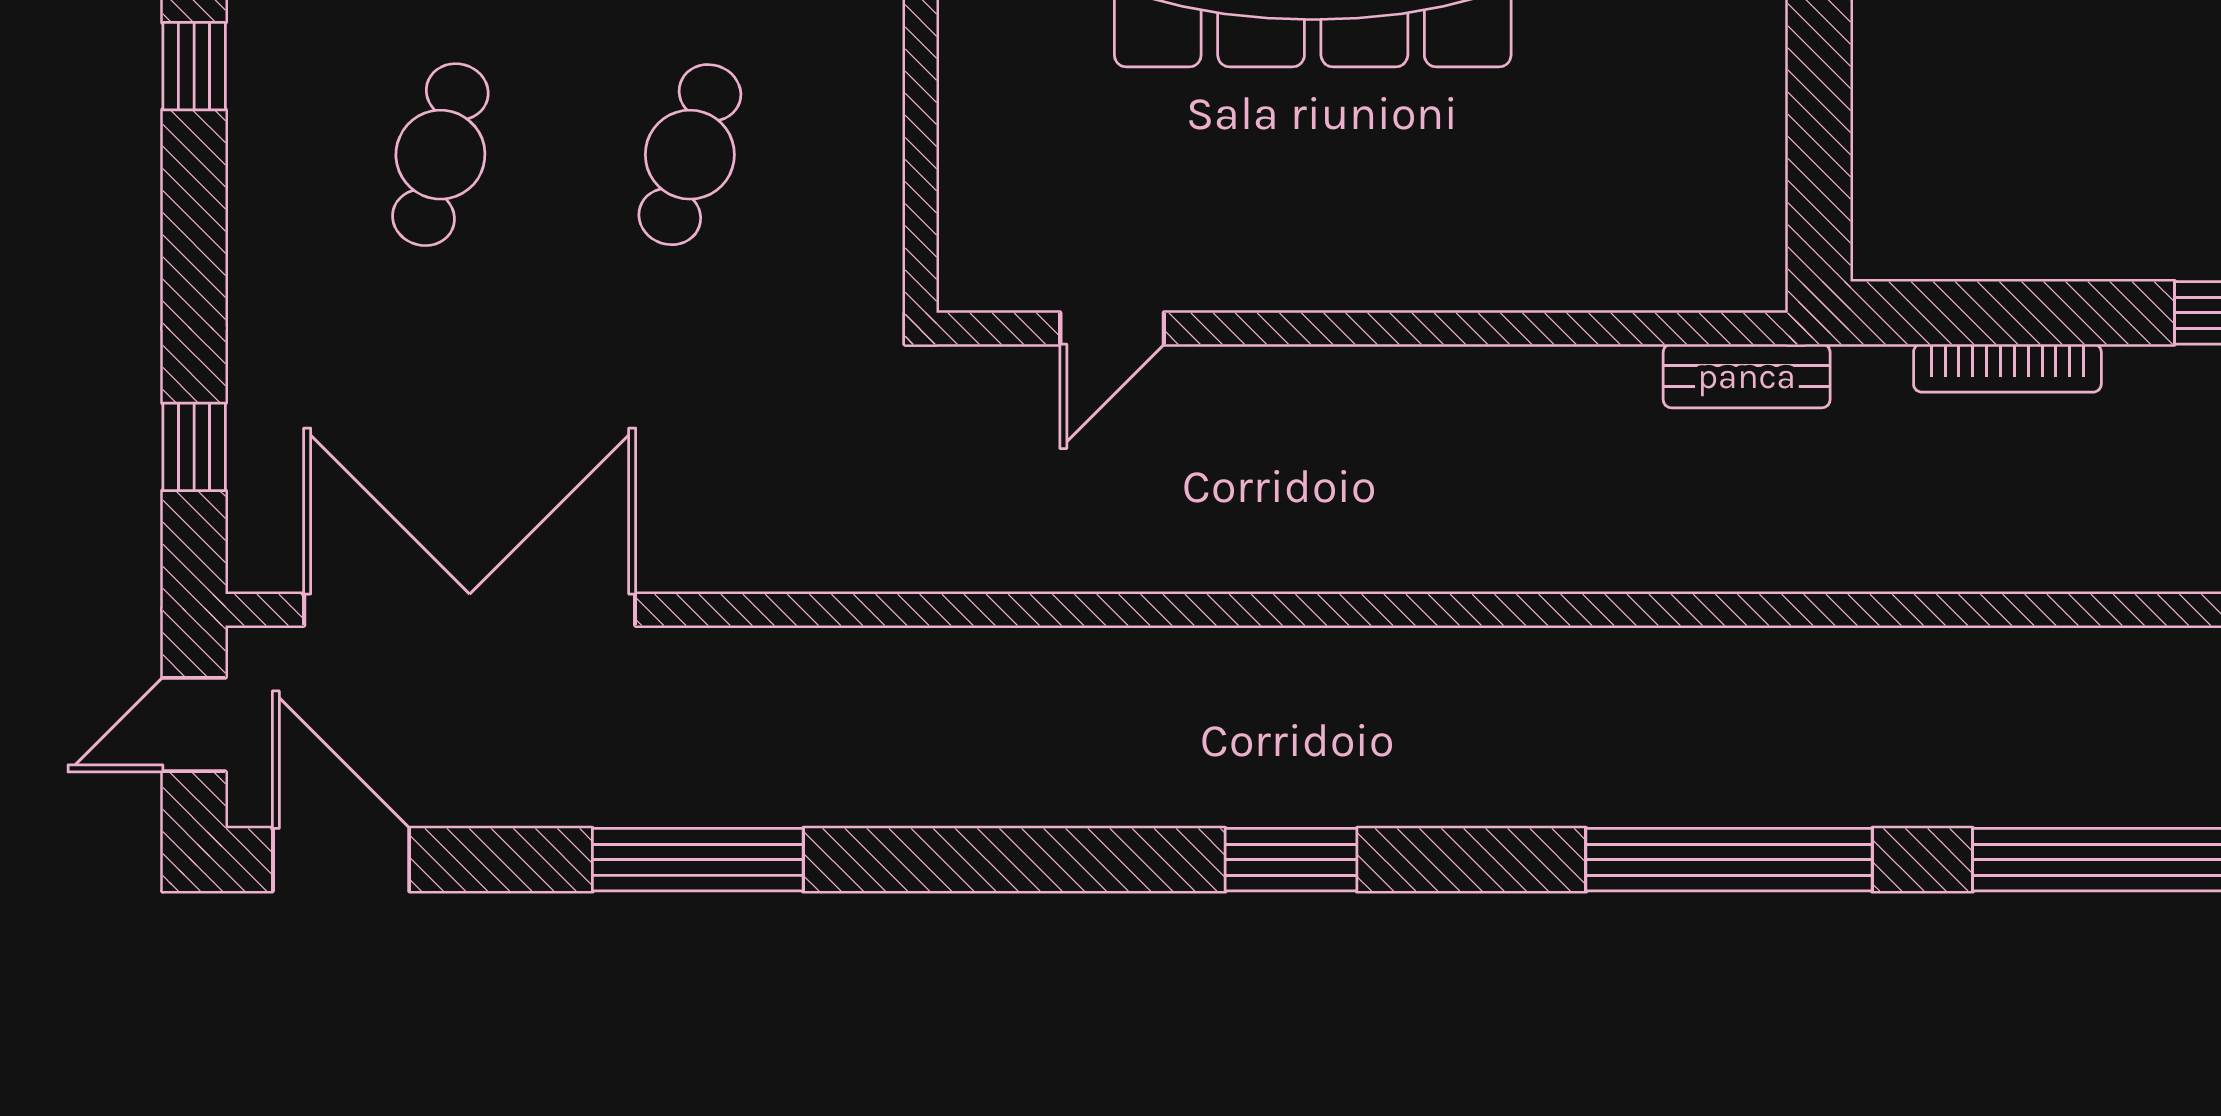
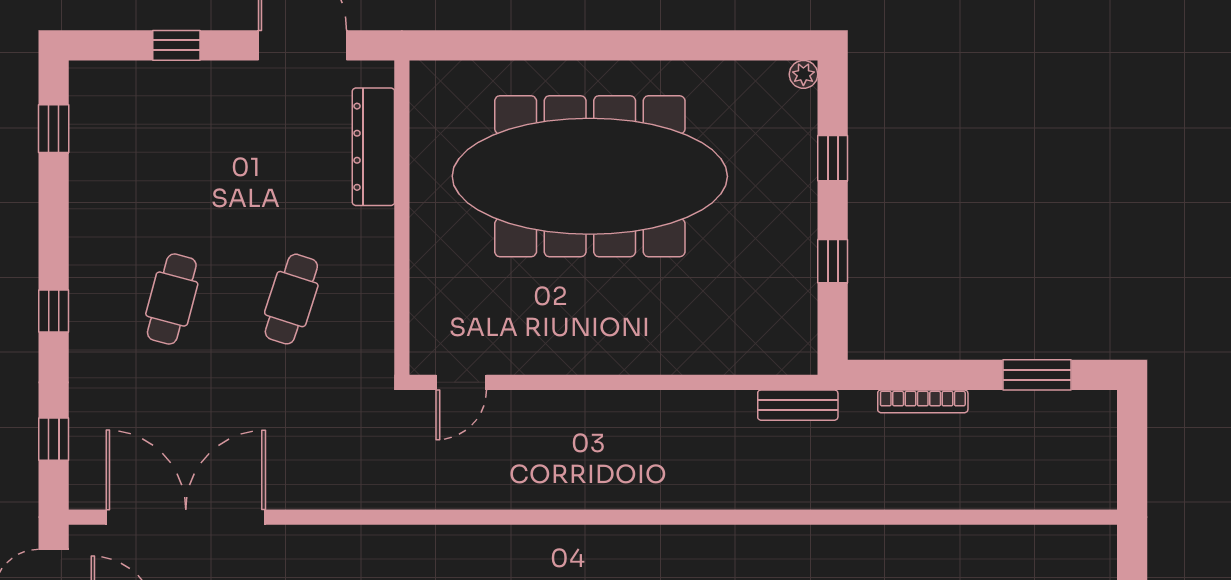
window: (194, 66) -> (54, 311), moved
window: (1819, 75) -> (833, 261), added
door: (1112, 328) -> (461, 382), moved

